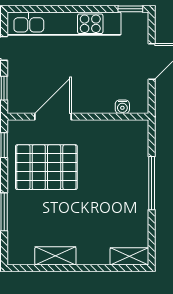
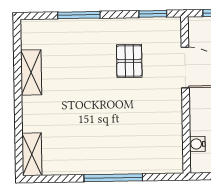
pallet: (46, 167) -> (129, 61), width x0.49, depth x0.50

